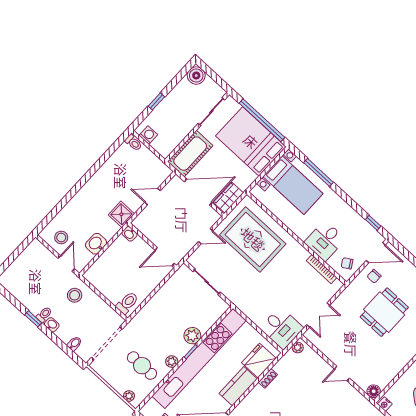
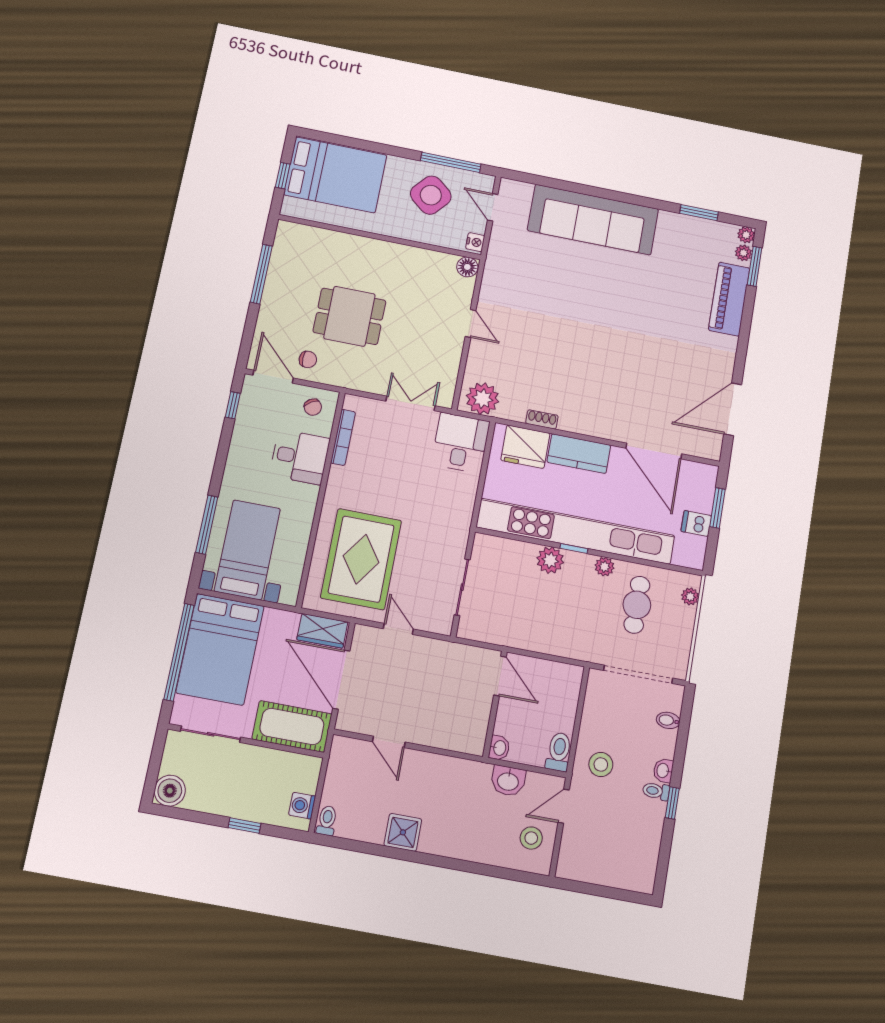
shower: (121, 214) -> (403, 832), moved
washbasin: (129, 234) -> (499, 748), moved
wall: (152, 245) -> (495, 704), moved
door: (165, 257) -> (500, 676), moved
toilet: (127, 303) -> (559, 752), moved, turned 90
plant: (298, 348) -> (482, 399), width x1.88, depth x1.88

